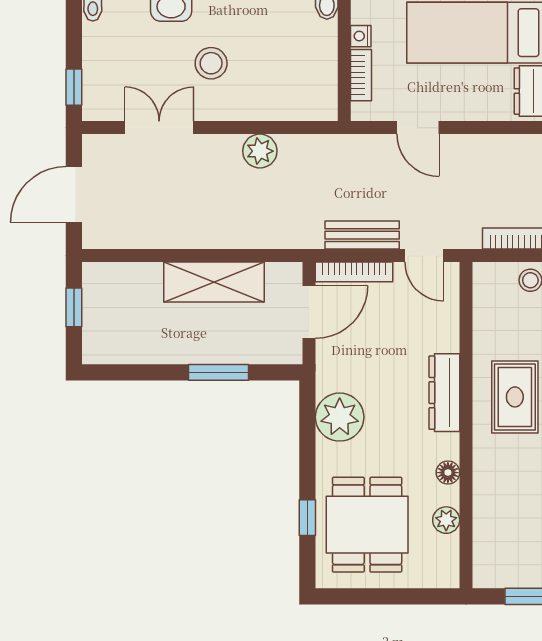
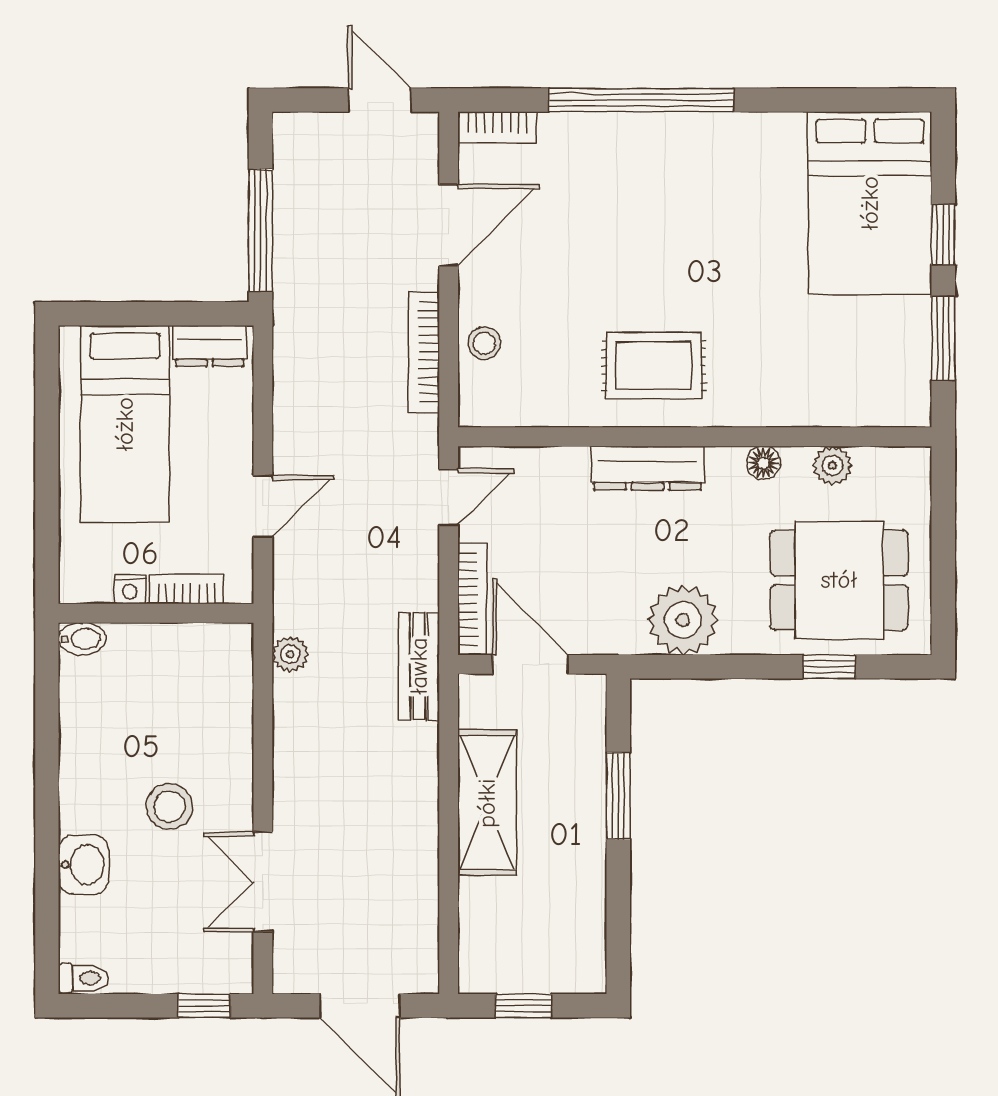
plant: (260, 151) -> (290, 654), moved, width x0.73, depth x0.73
bench: (362, 235) -> (419, 666), moved

